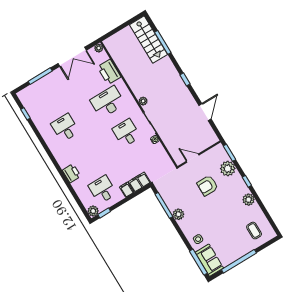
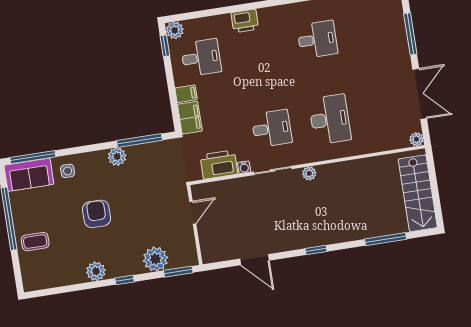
stairs: (149, 40) -> (418, 193), moved, turned -90
double door: (72, 57) -> (420, 94), swing flipped
printer: (109, 72) -> (219, 165), moved
armchair: (207, 186) -> (97, 214), moved
coffee table: (254, 231) -> (35, 242), moved

